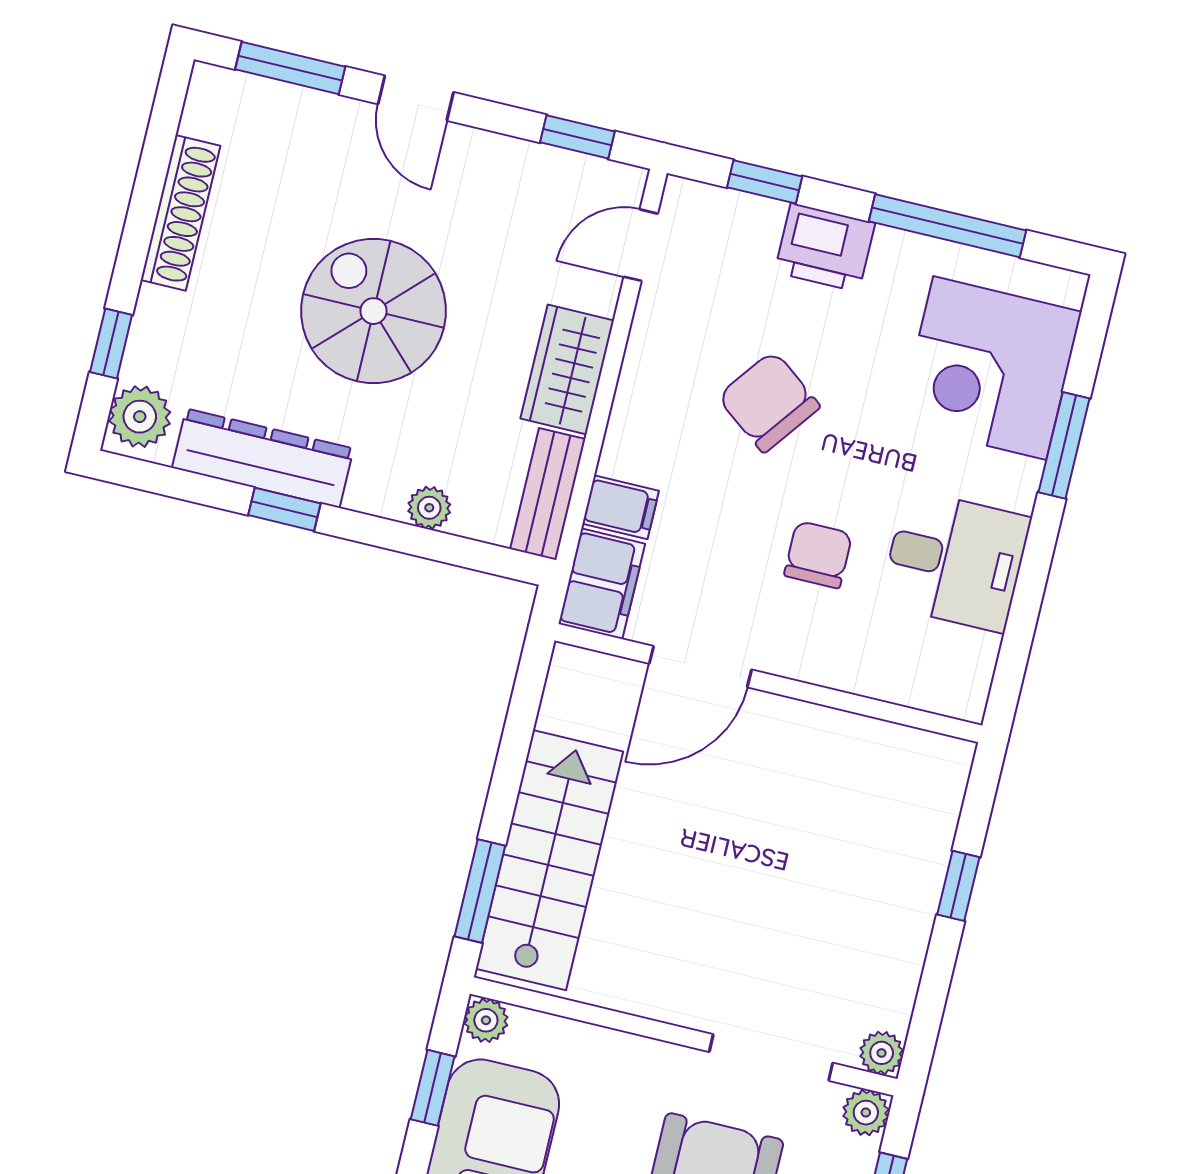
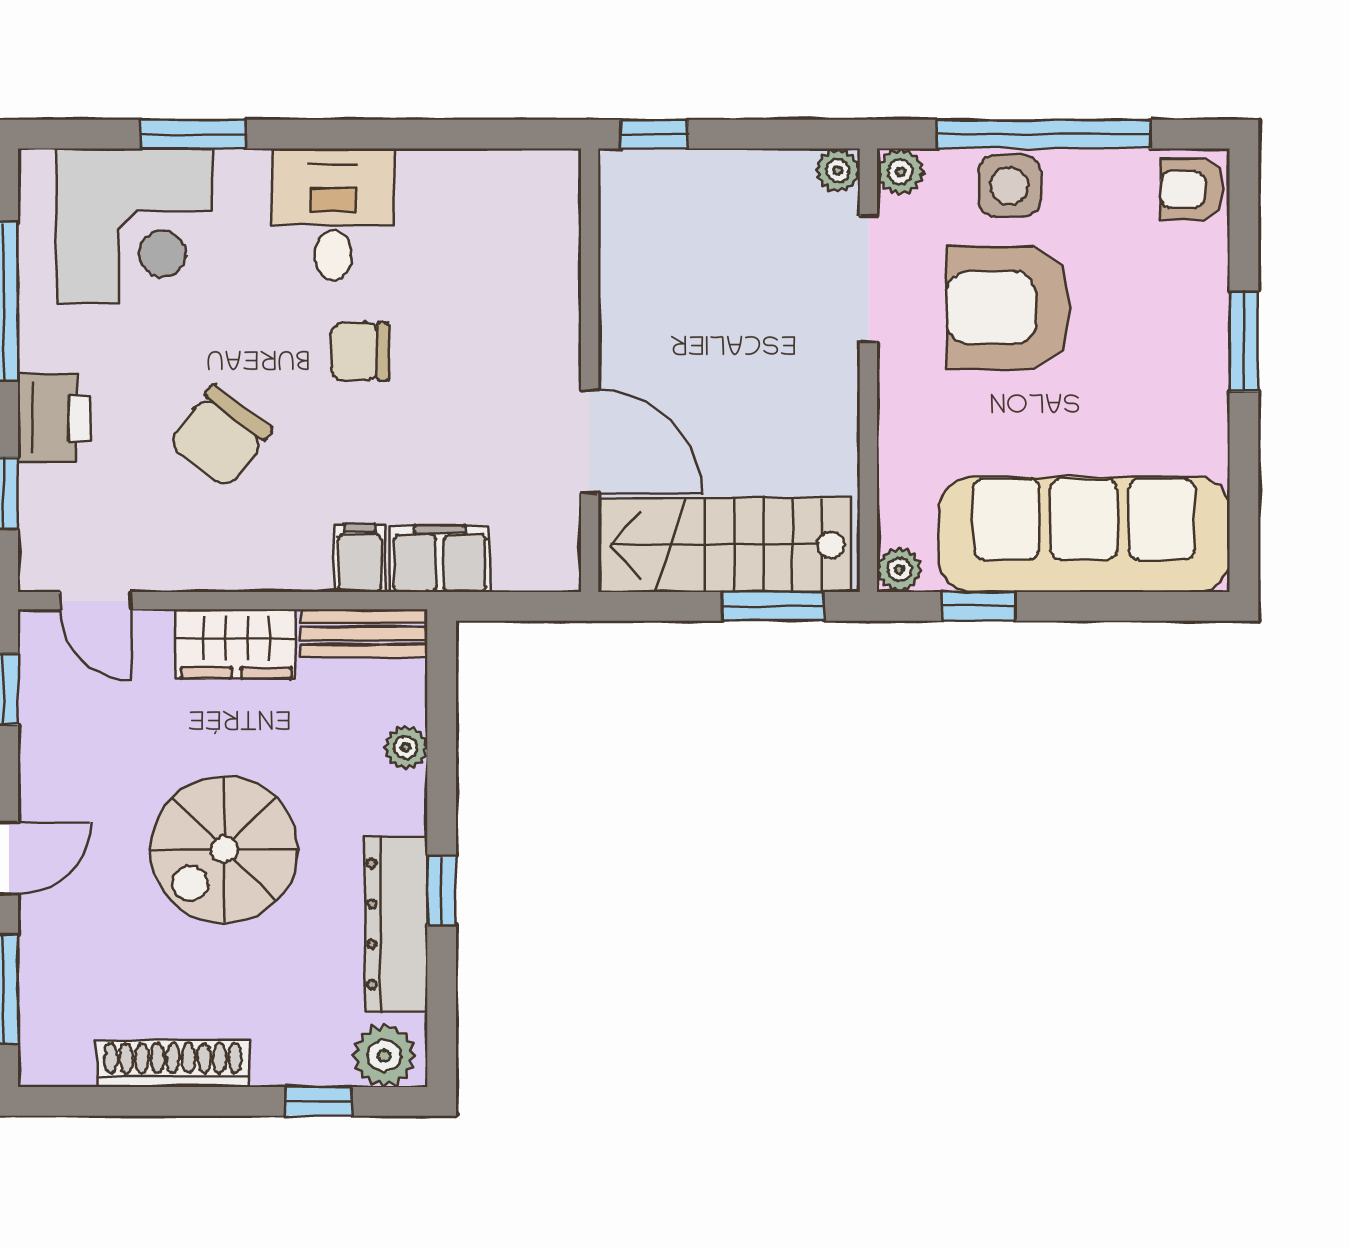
door: (700, 667) -> (590, 441), moved
wall: (768, 683) -> (590, 370), moved

